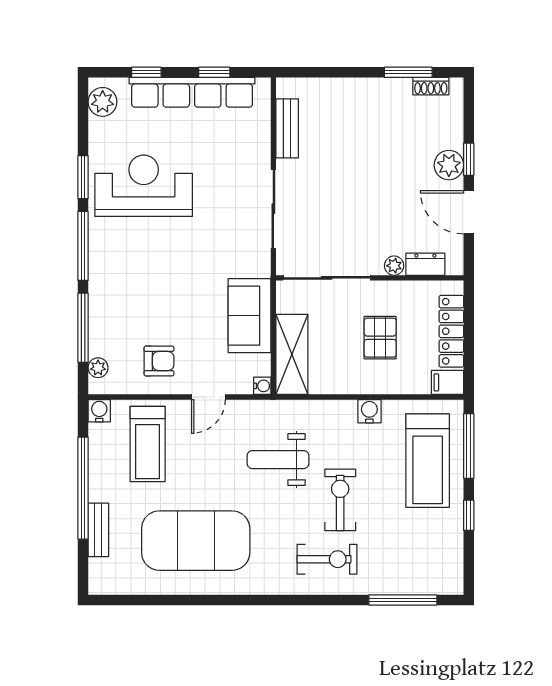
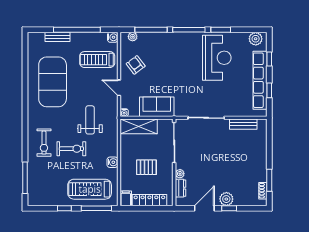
armchair: (159, 361) -> (136, 65), turned 143

